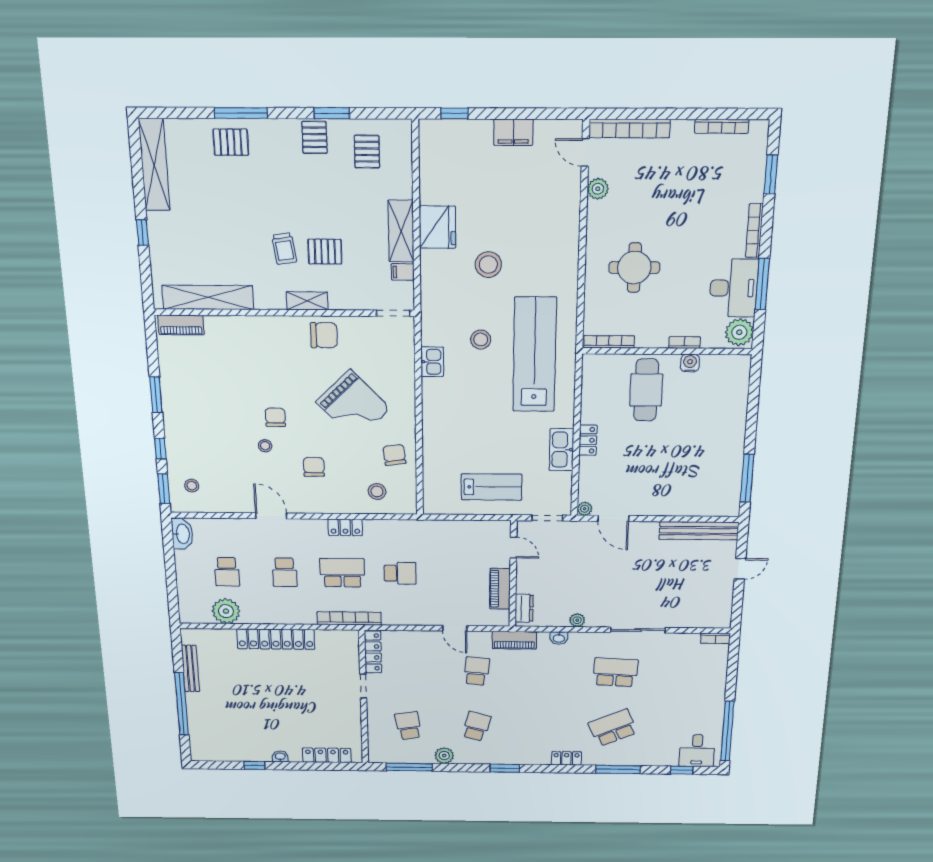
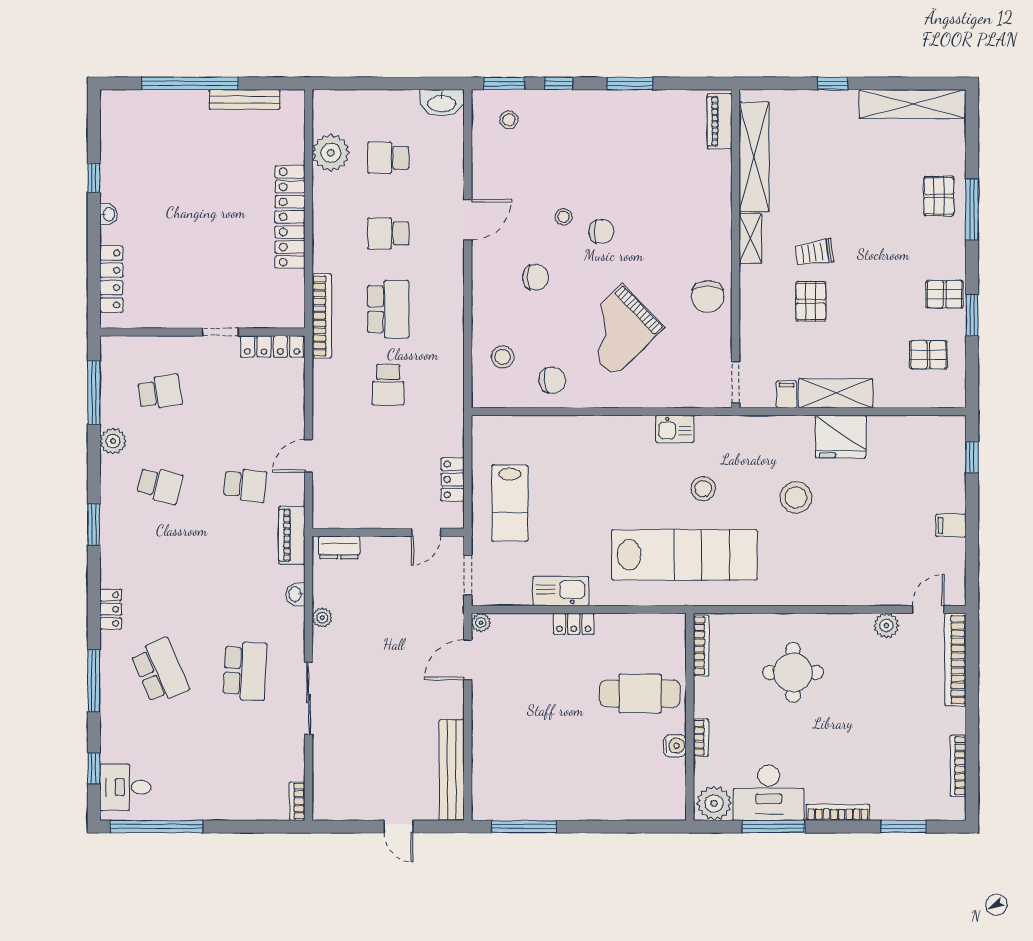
filing cabinet: (513, 132) -> (951, 525), width x0.50
shelving: (307, 301) -> (750, 239), moved
locker: (345, 527) -> (453, 479), moved
piano: (500, 589) -> (367, 515), removed

